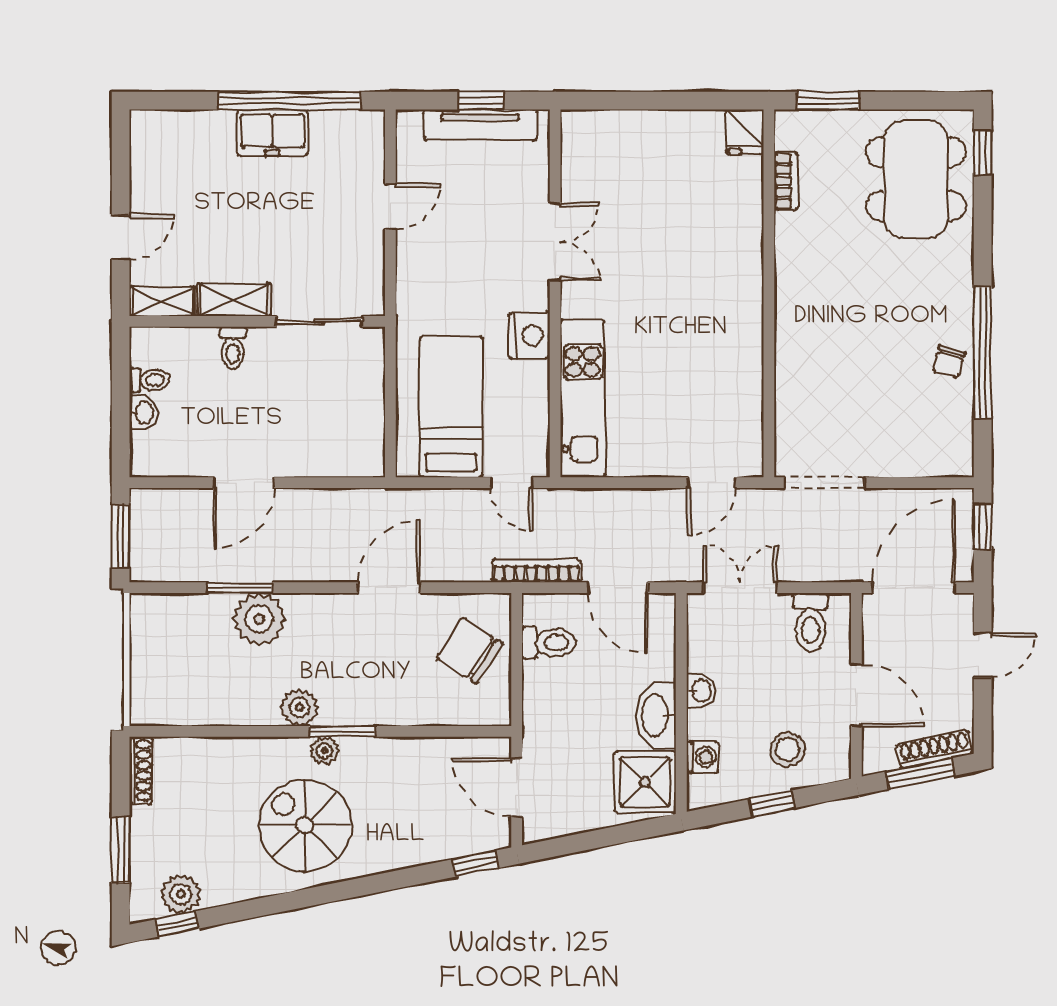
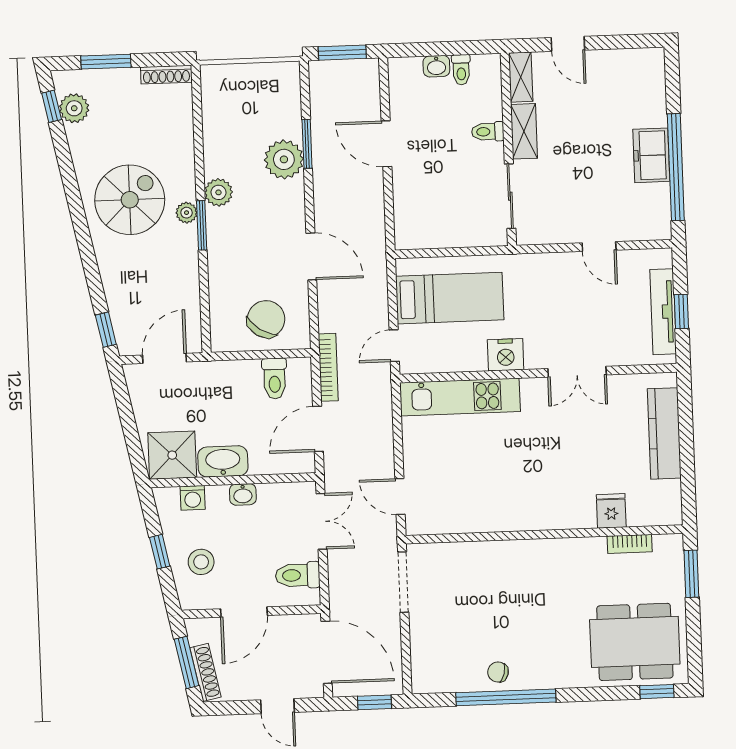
kitchen counter: (641, 129) -> (664, 433), added
fridge: (745, 132) -> (611, 511), moved, turned 90

